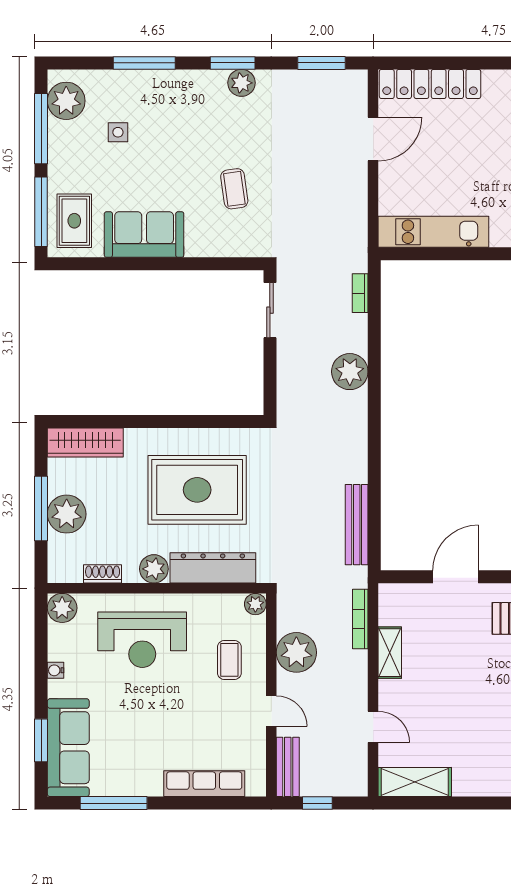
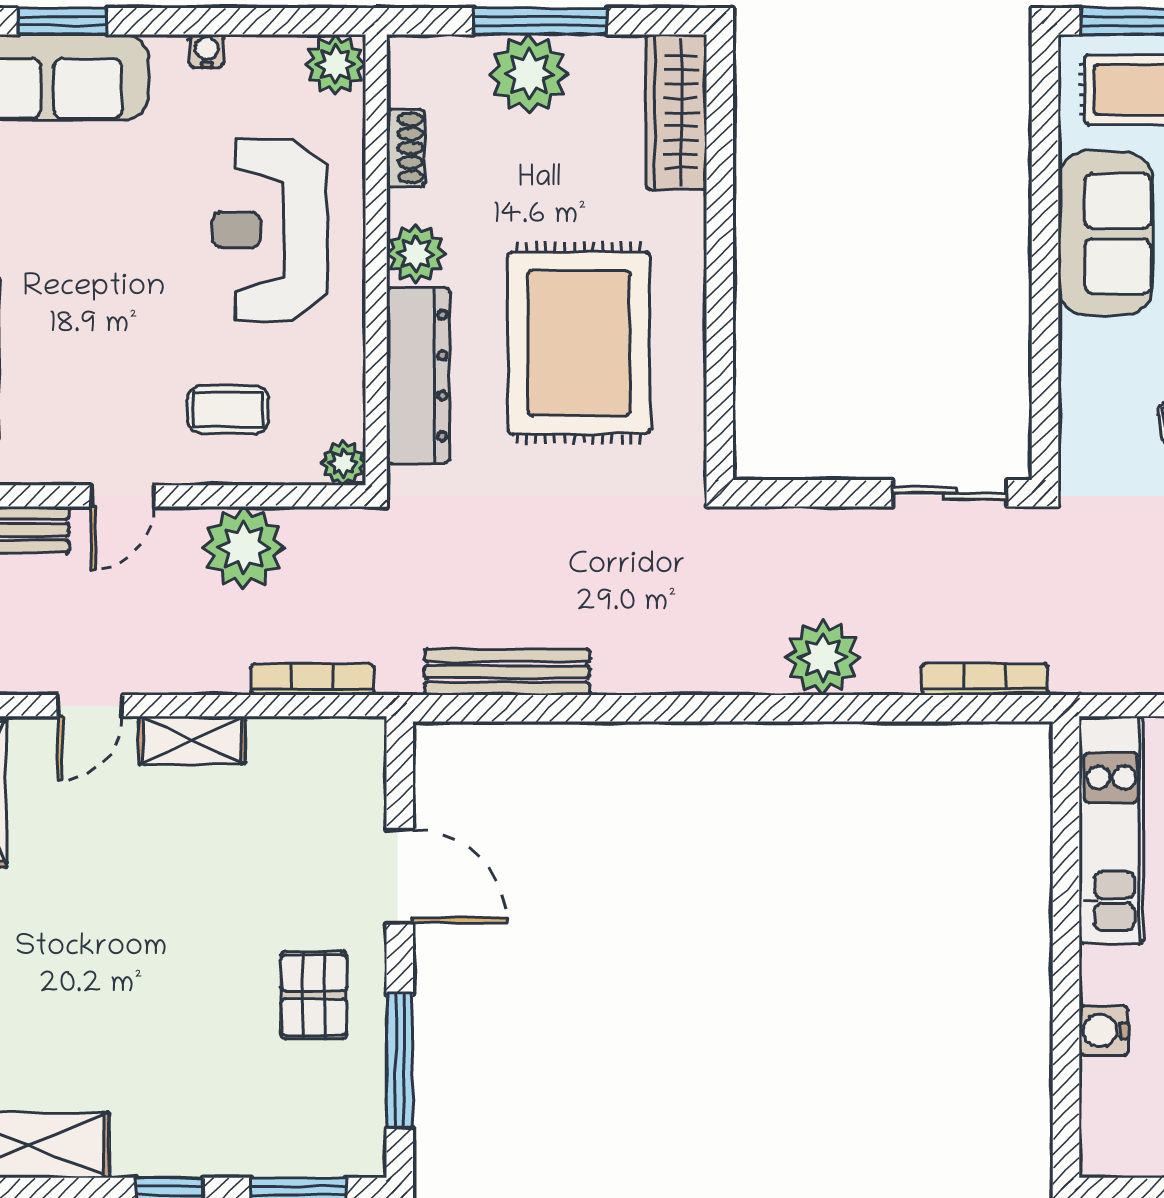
bookcase: (360, 293) -> (985, 679), width x1.56
shelving: (390, 653) -> (192, 740), moved

